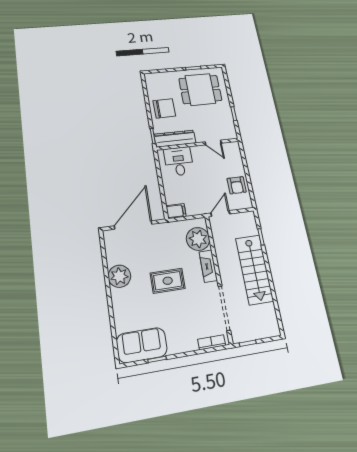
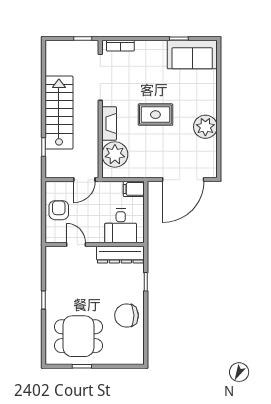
dresser: (175, 139) -> (120, 255), moved
door: (213, 143) -> (76, 244), moved
wall: (198, 144) -> (95, 244), moved
desk: (179, 161) -> (121, 226), moved

